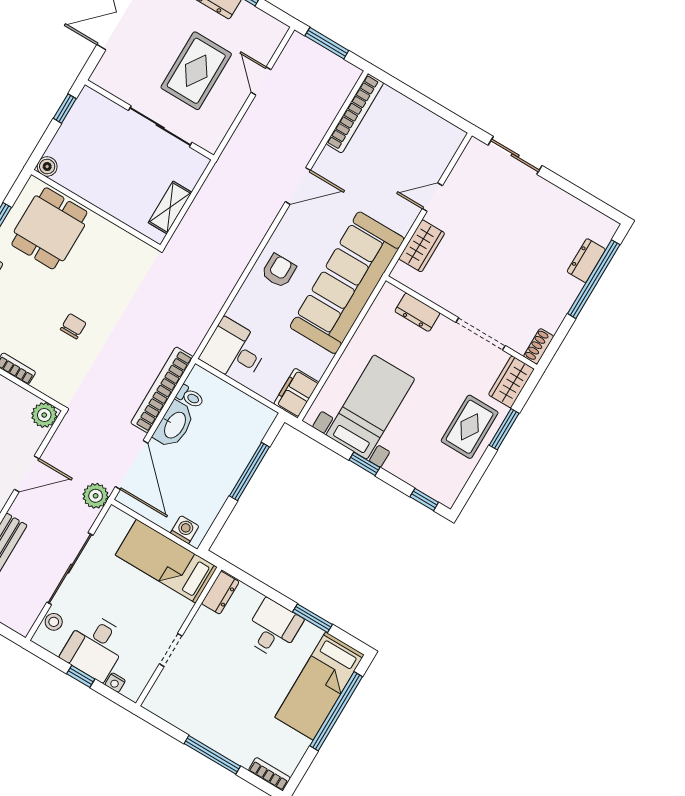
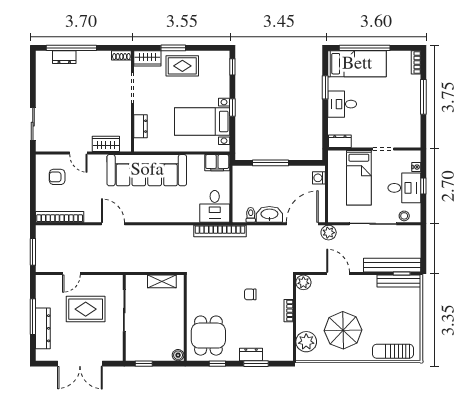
dining table: (49, 228) -> (208, 336), turned 90
armchair: (279, 271) -> (57, 177), moved
bookcase: (162, 390) -> (220, 231), moved
bed: (166, 561) -> (359, 178), moved

